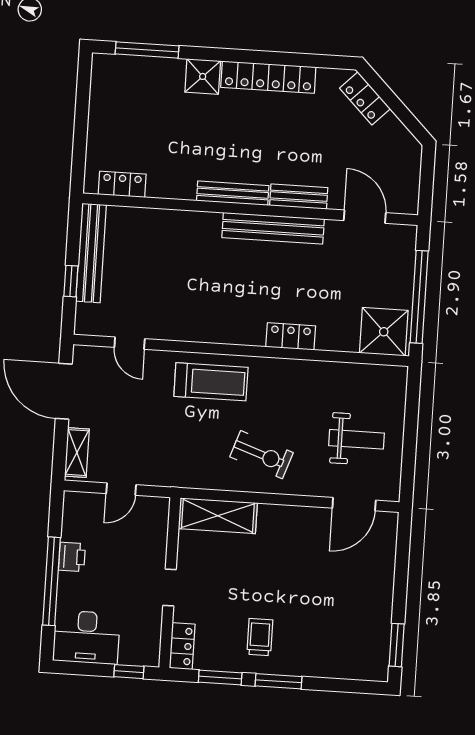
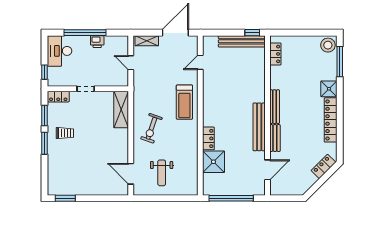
stool: (111, 73) -> (328, 45), added
window: (71, 281) -> (252, 33), moved
shower: (384, 332) -> (213, 162), moved

